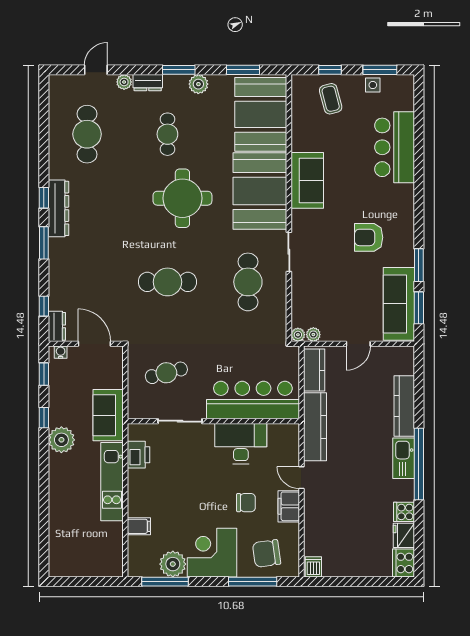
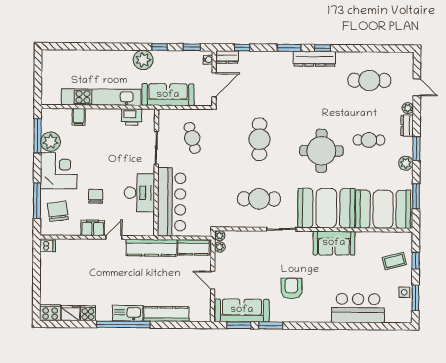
sofa: (108, 415) -> (168, 95), width x1.36
kitchen unit: (112, 482) -> (101, 97), width x1.36
chair: (246, 503) -> (96, 196), turned 180

